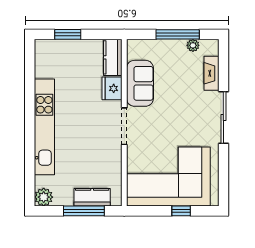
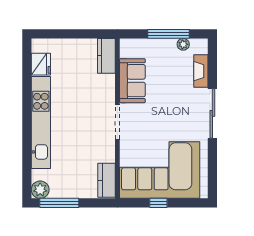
window: (68, 34) -> (63, 34), removed
fridge: (112, 88) -> (41, 64), moved, turned 180
kitchen counter: (92, 197) -> (107, 180), moved, turned -90
window: (84, 211) -> (59, 203), moved
window: (181, 211) -> (158, 203), moved

